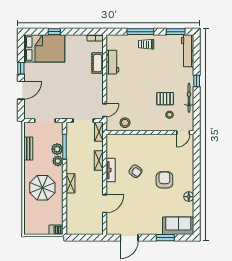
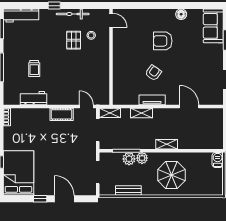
trolley: (146, 44) -> (34, 69), moved
cot: (98, 63) -> (62, 114), moved
stool: (125, 123) -> (100, 84), removed

